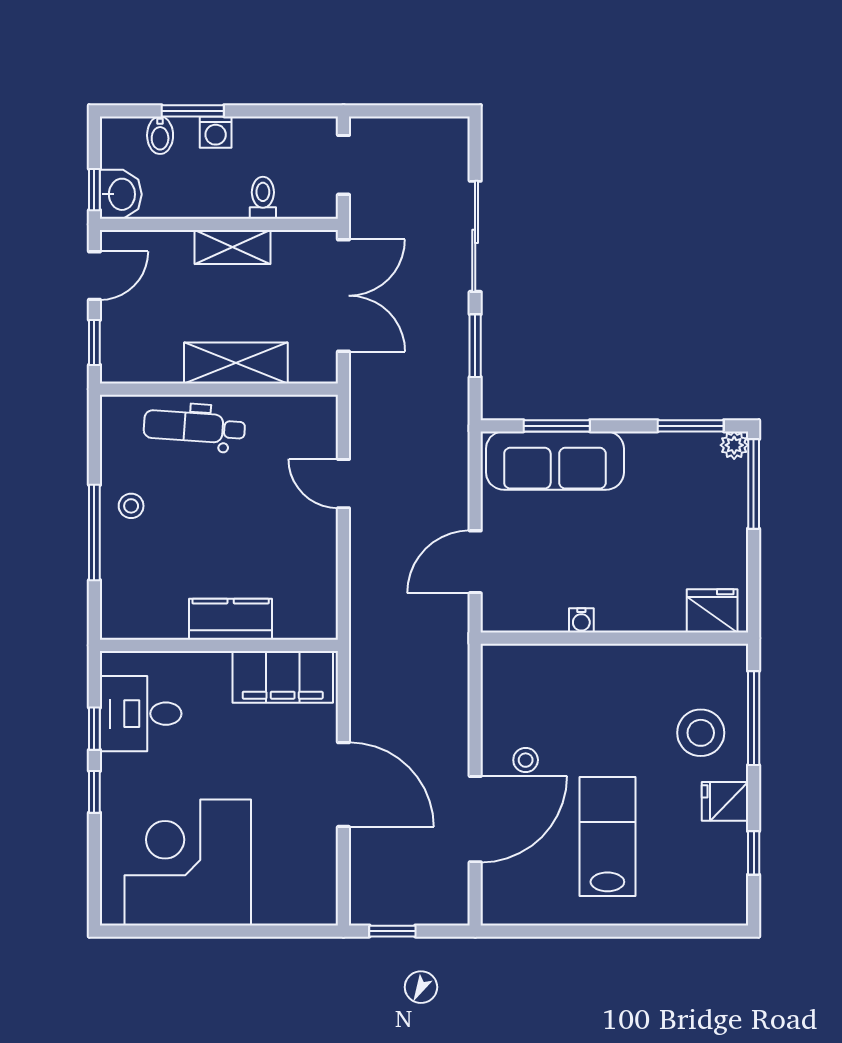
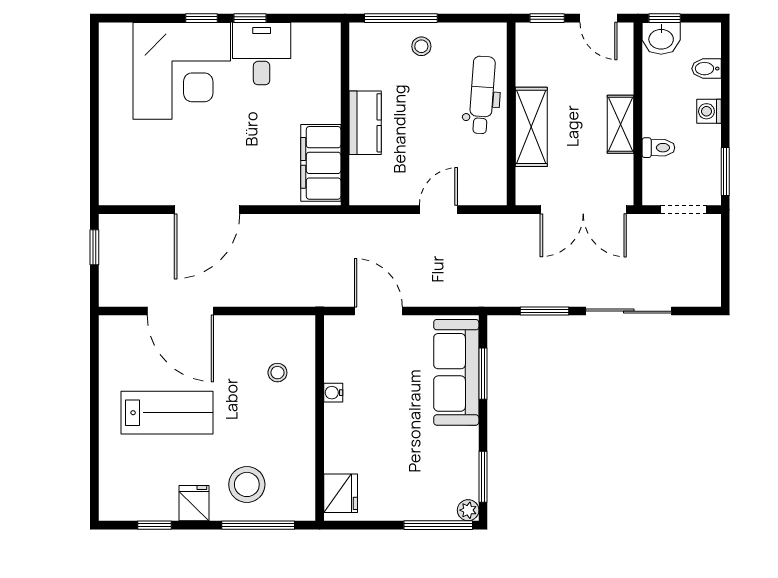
window: (193, 111) -> (725, 171), moved
kitchen counter: (231, 619) -> (365, 123), moved
wall: (219, 645) -> (345, 114), moved
filing cabinet: (283, 677) -> (321, 163), moved
stool: (526, 760) -> (277, 373), moved
corner desk: (188, 862) -> (182, 71), moved, turned 90

